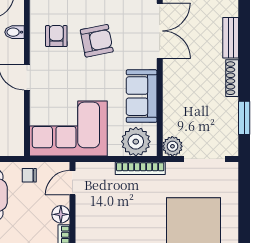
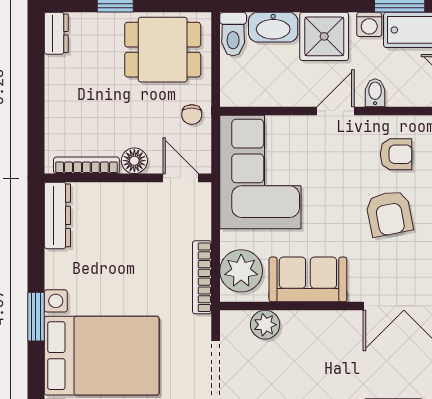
bidet: (14, 32) -> (375, 93), moved
plant: (172, 146) -> (265, 325), moved
chair: (29, 175) -> (192, 115), turned 180

